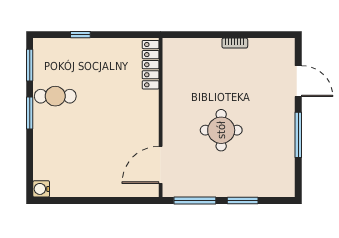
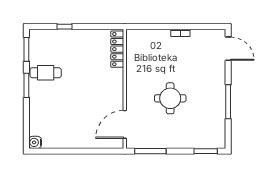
door: (298, 81) -> (228, 49), moved
window: (243, 201) -> (206, 151), moved

